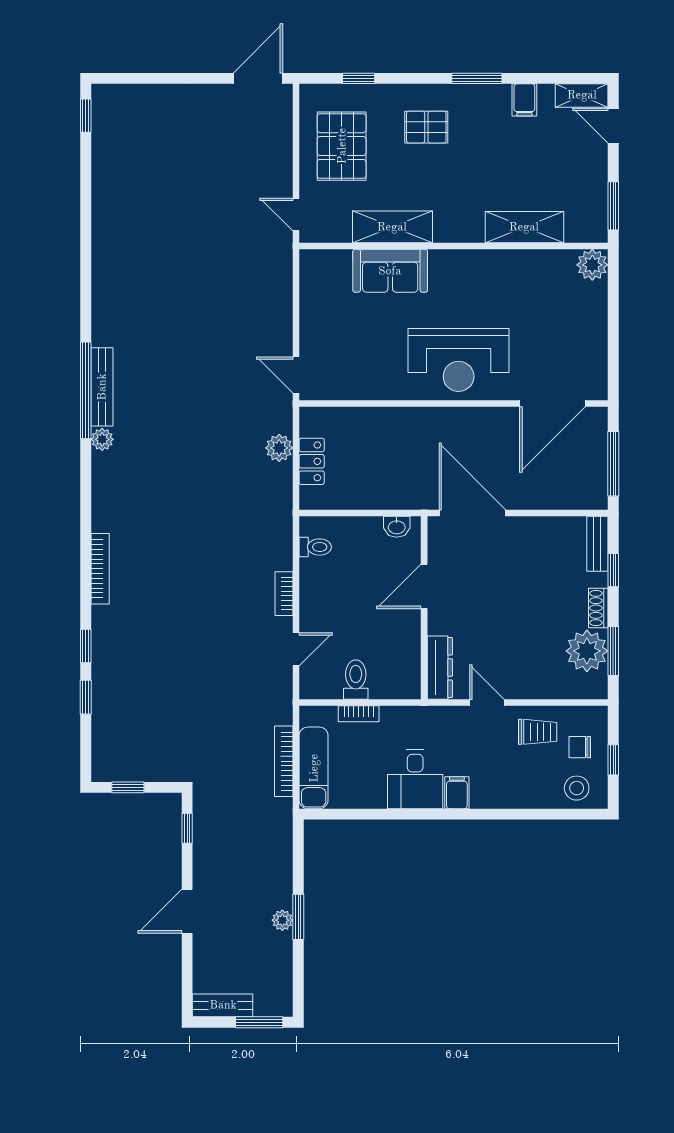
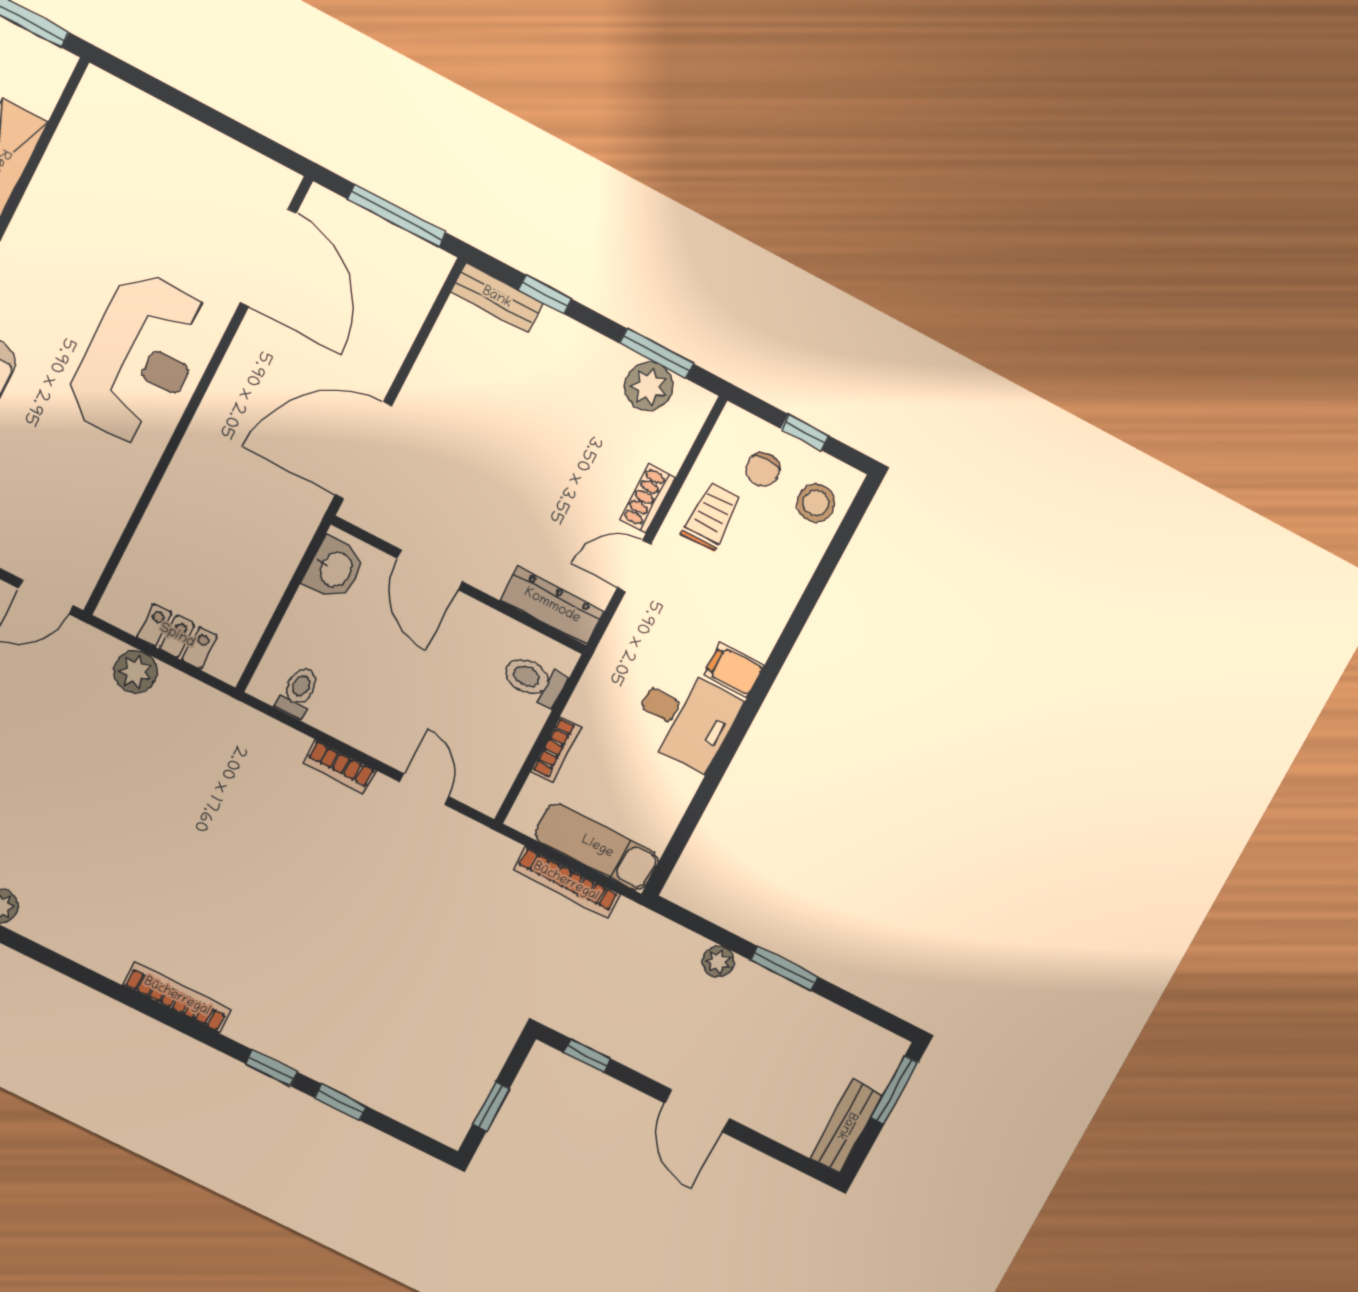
plant: (592, 265) -> (100, 97), removed
washbasin: (397, 527) -> (335, 569), width x1.38, depth x1.45
shoe rack: (598, 608) -> (647, 499), moved, turned 90
plant: (587, 651) -> (649, 387), width x0.73, depth x0.73
toilet: (356, 680) -> (534, 680), moved
plant: (282, 920) -> (718, 962), moved

